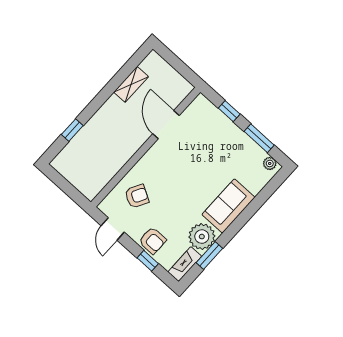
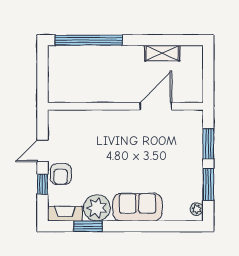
window: (229, 111) -> (208, 144), width x1.50
window: (72, 130) -> (89, 40), width x3.17
armchair: (137, 196) -> (83, 133), removed
door: (113, 229) -> (43, 151), moved

